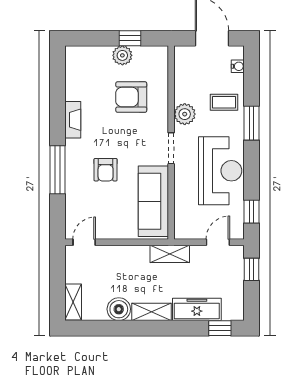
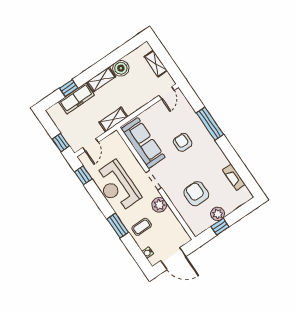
armchair: (131, 97) -> (196, 194), turned -90
fireplace: (73, 120) -> (234, 177), moved
shelving: (73, 302) -> (156, 64), moved
window: (220, 328) -> (69, 88), moved

